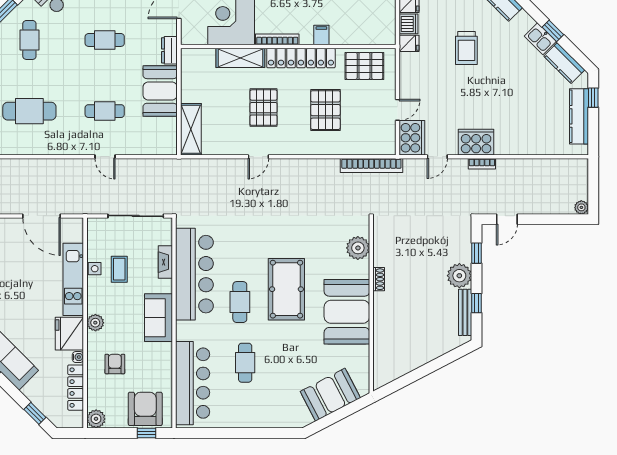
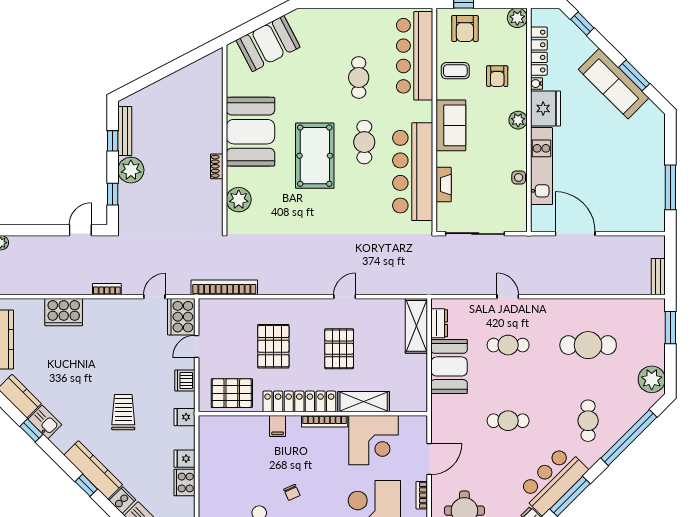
dishwasher: (409, 24) -> (185, 381), moved
dresser: (169, 50) -> (439, 323), moved
cooker: (476, 142) -> (64, 312), moved
coffee table: (119, 269) -> (455, 71), moved, turned 90
armchair: (145, 409) -> (465, 28), width x0.73, depth x0.73

